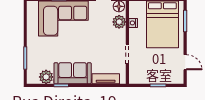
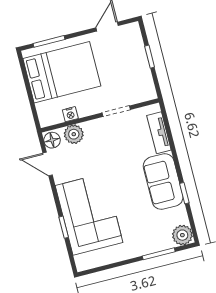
plant: (46, 77) -> (182, 235), moved

